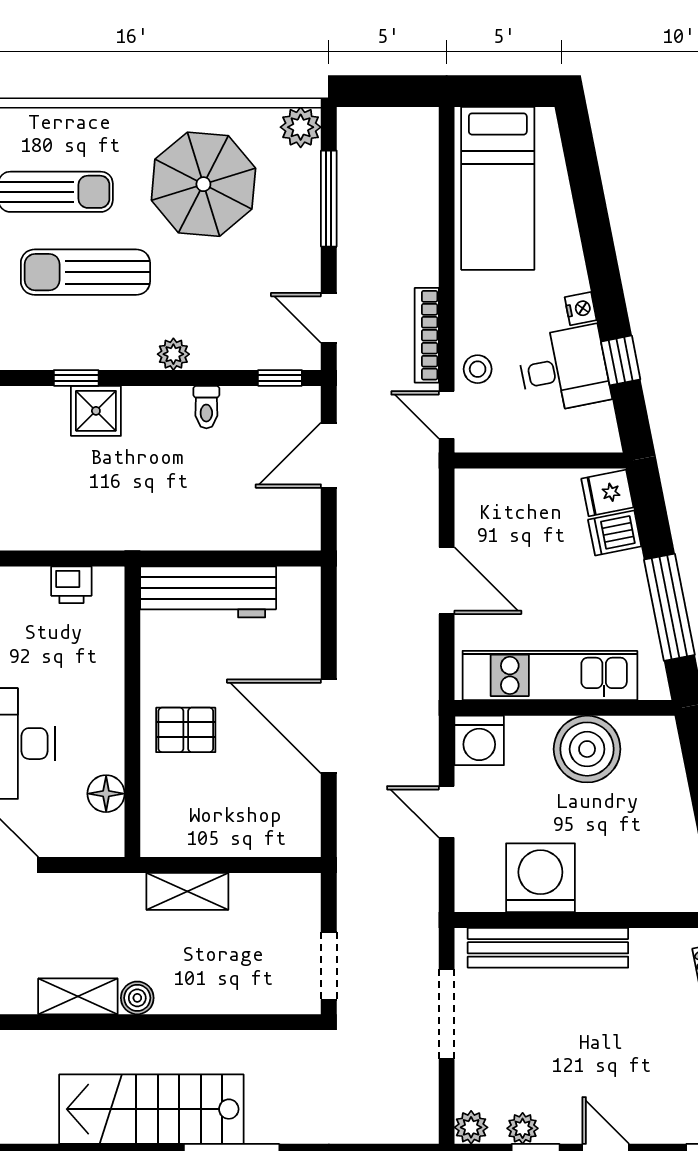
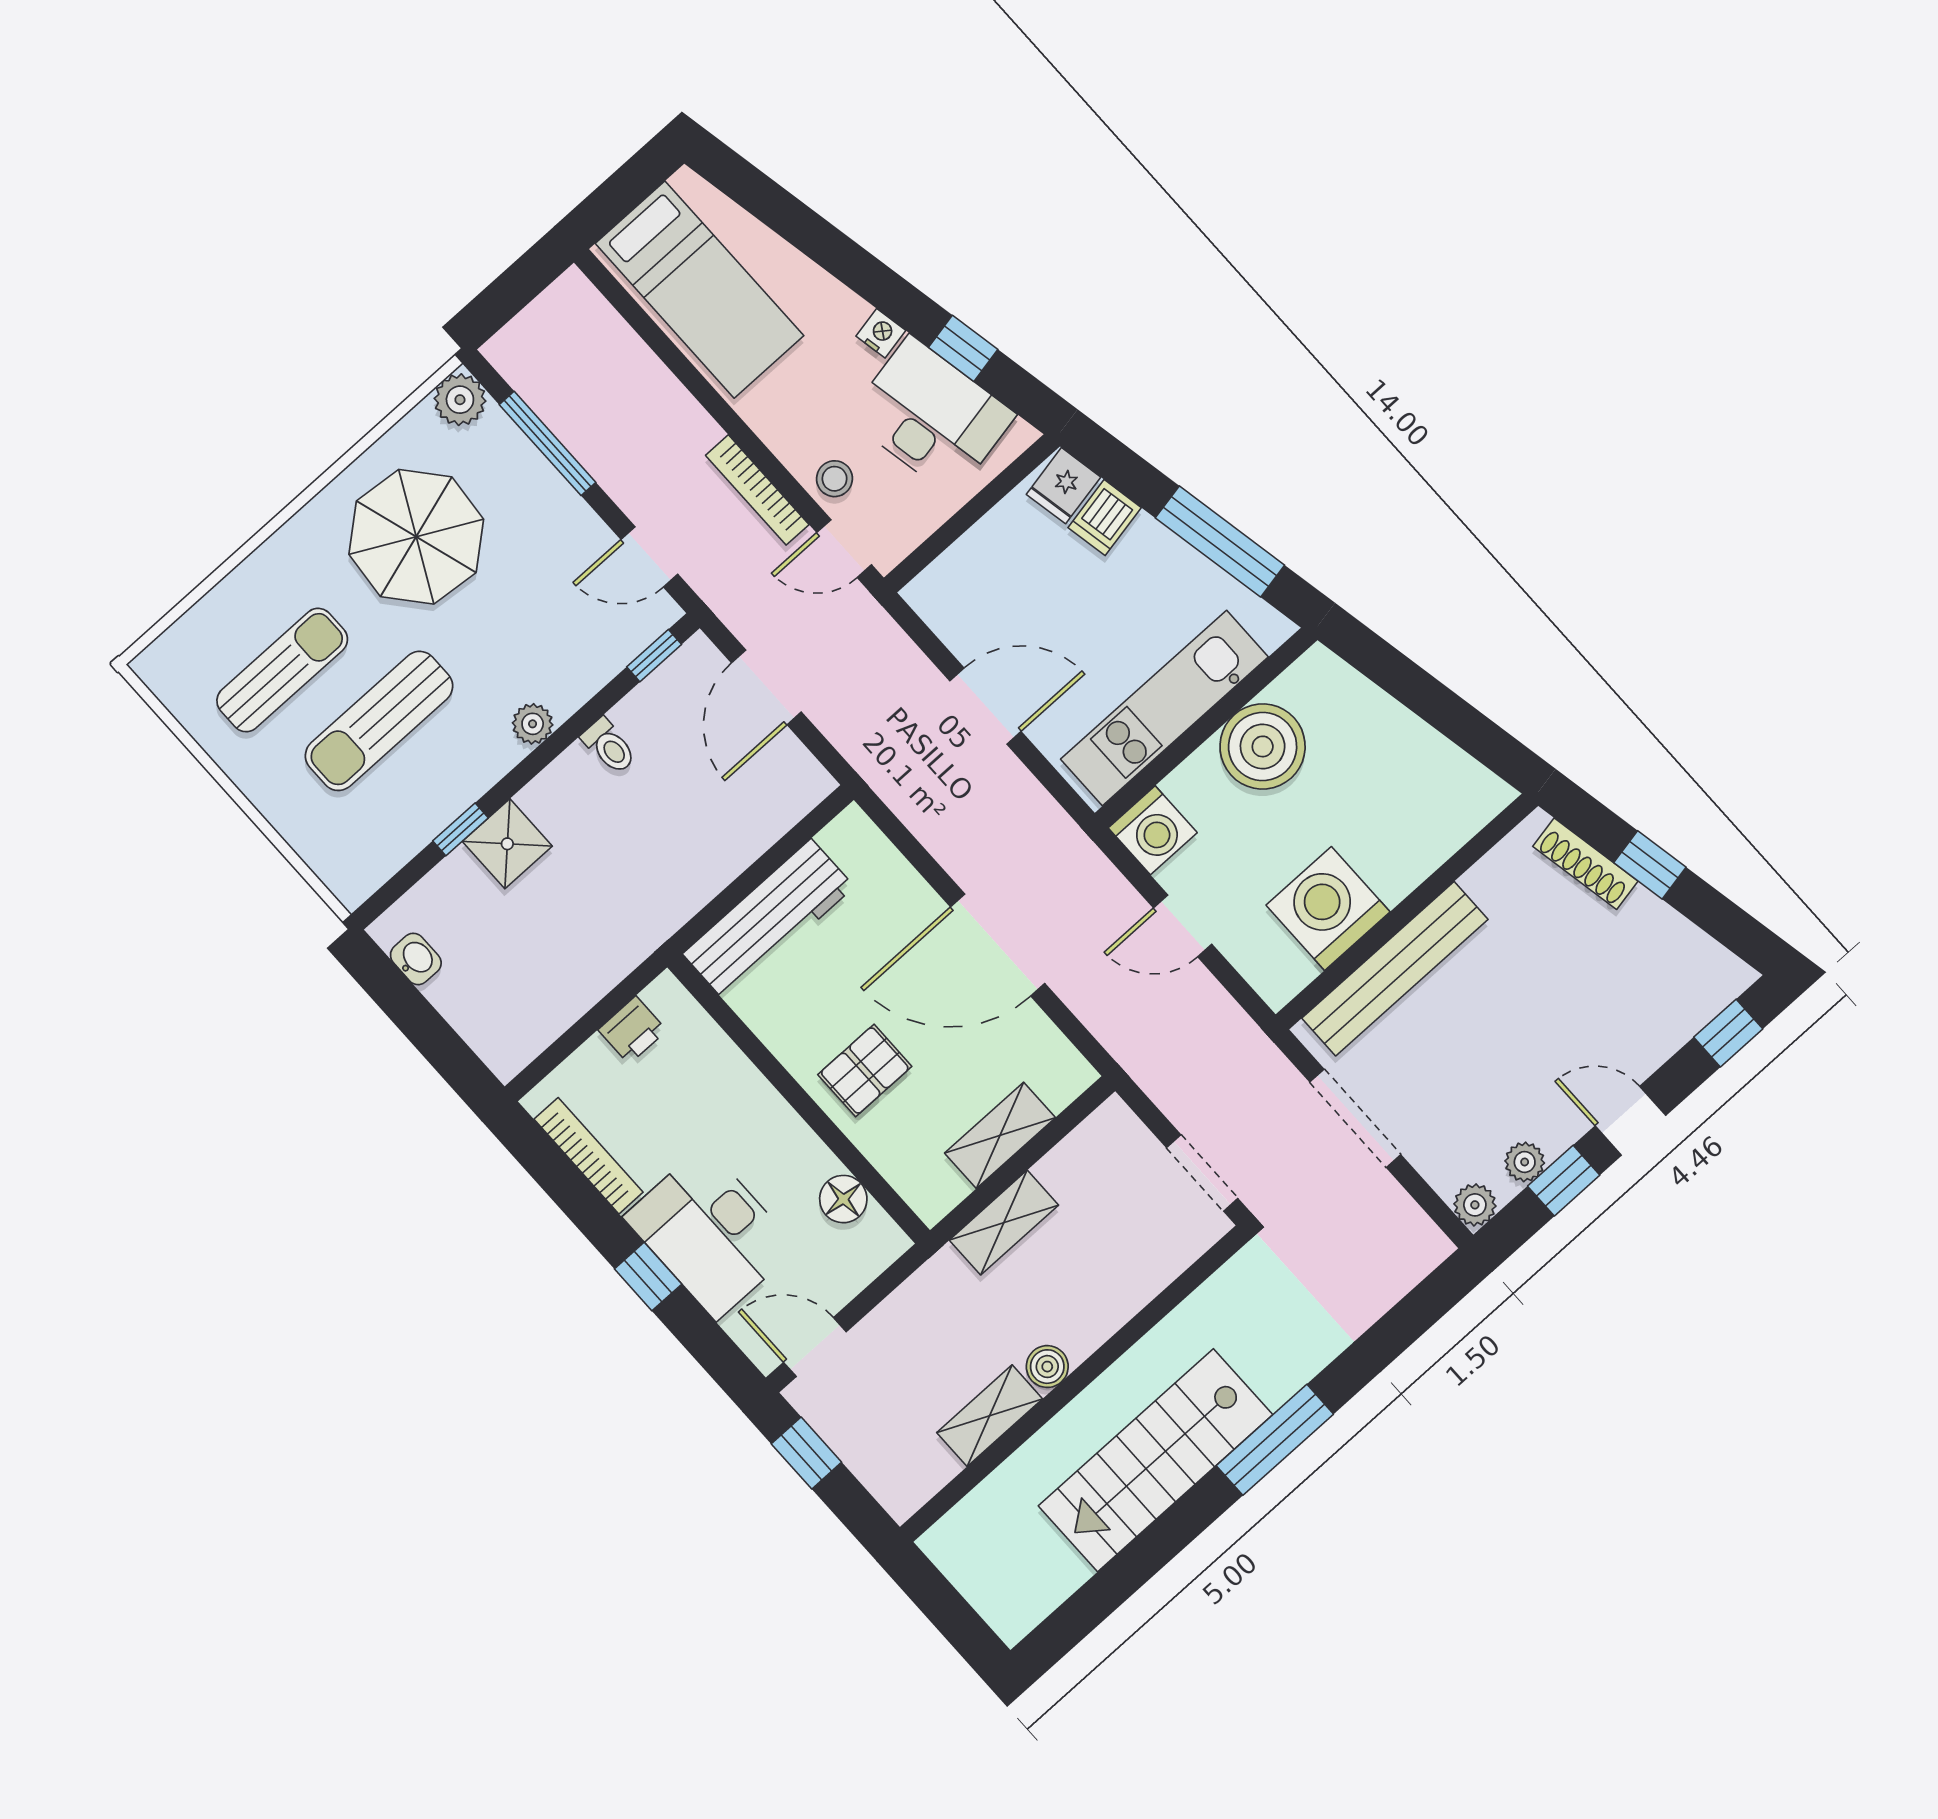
desk: (564, 369) -> (931, 416), width x1.37
shelving: (231, 838) -> (1000, 1135), added

